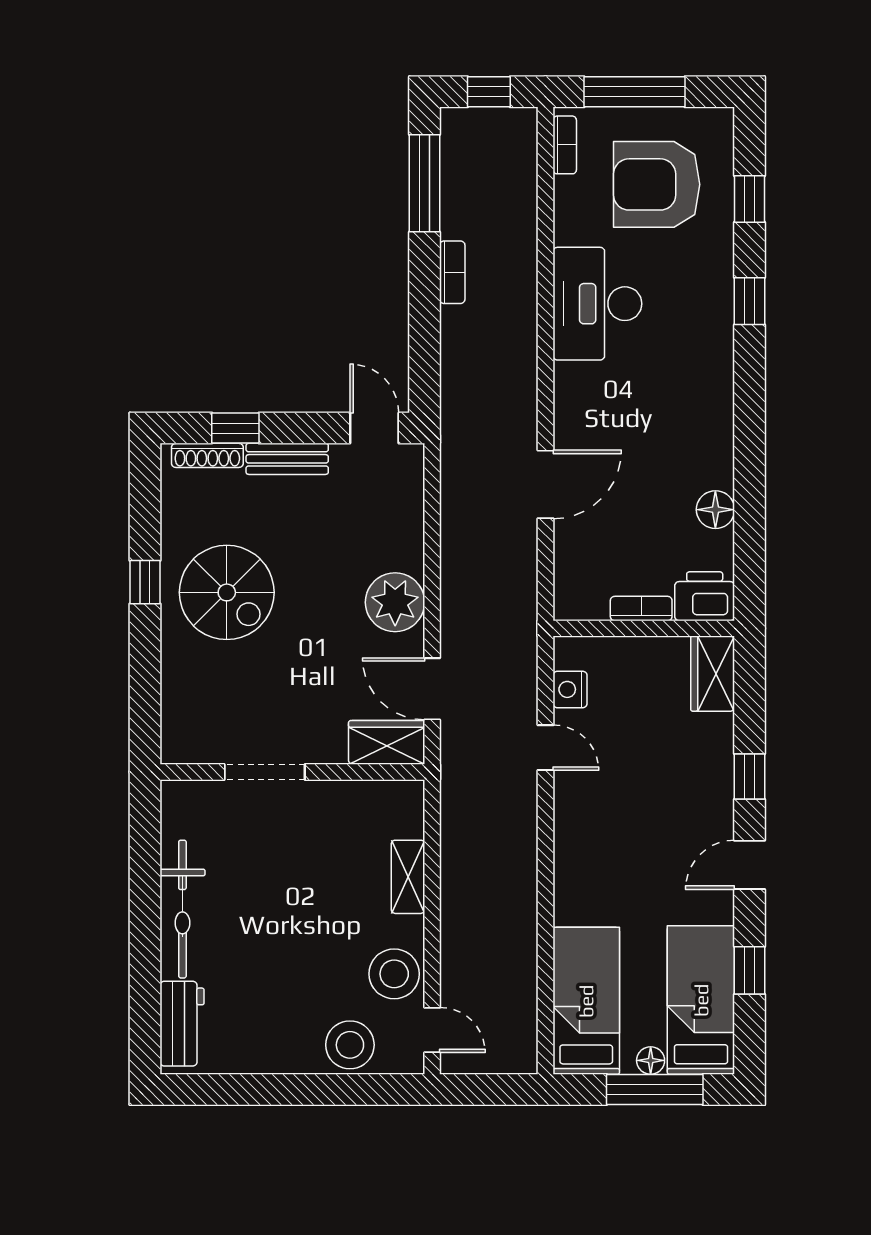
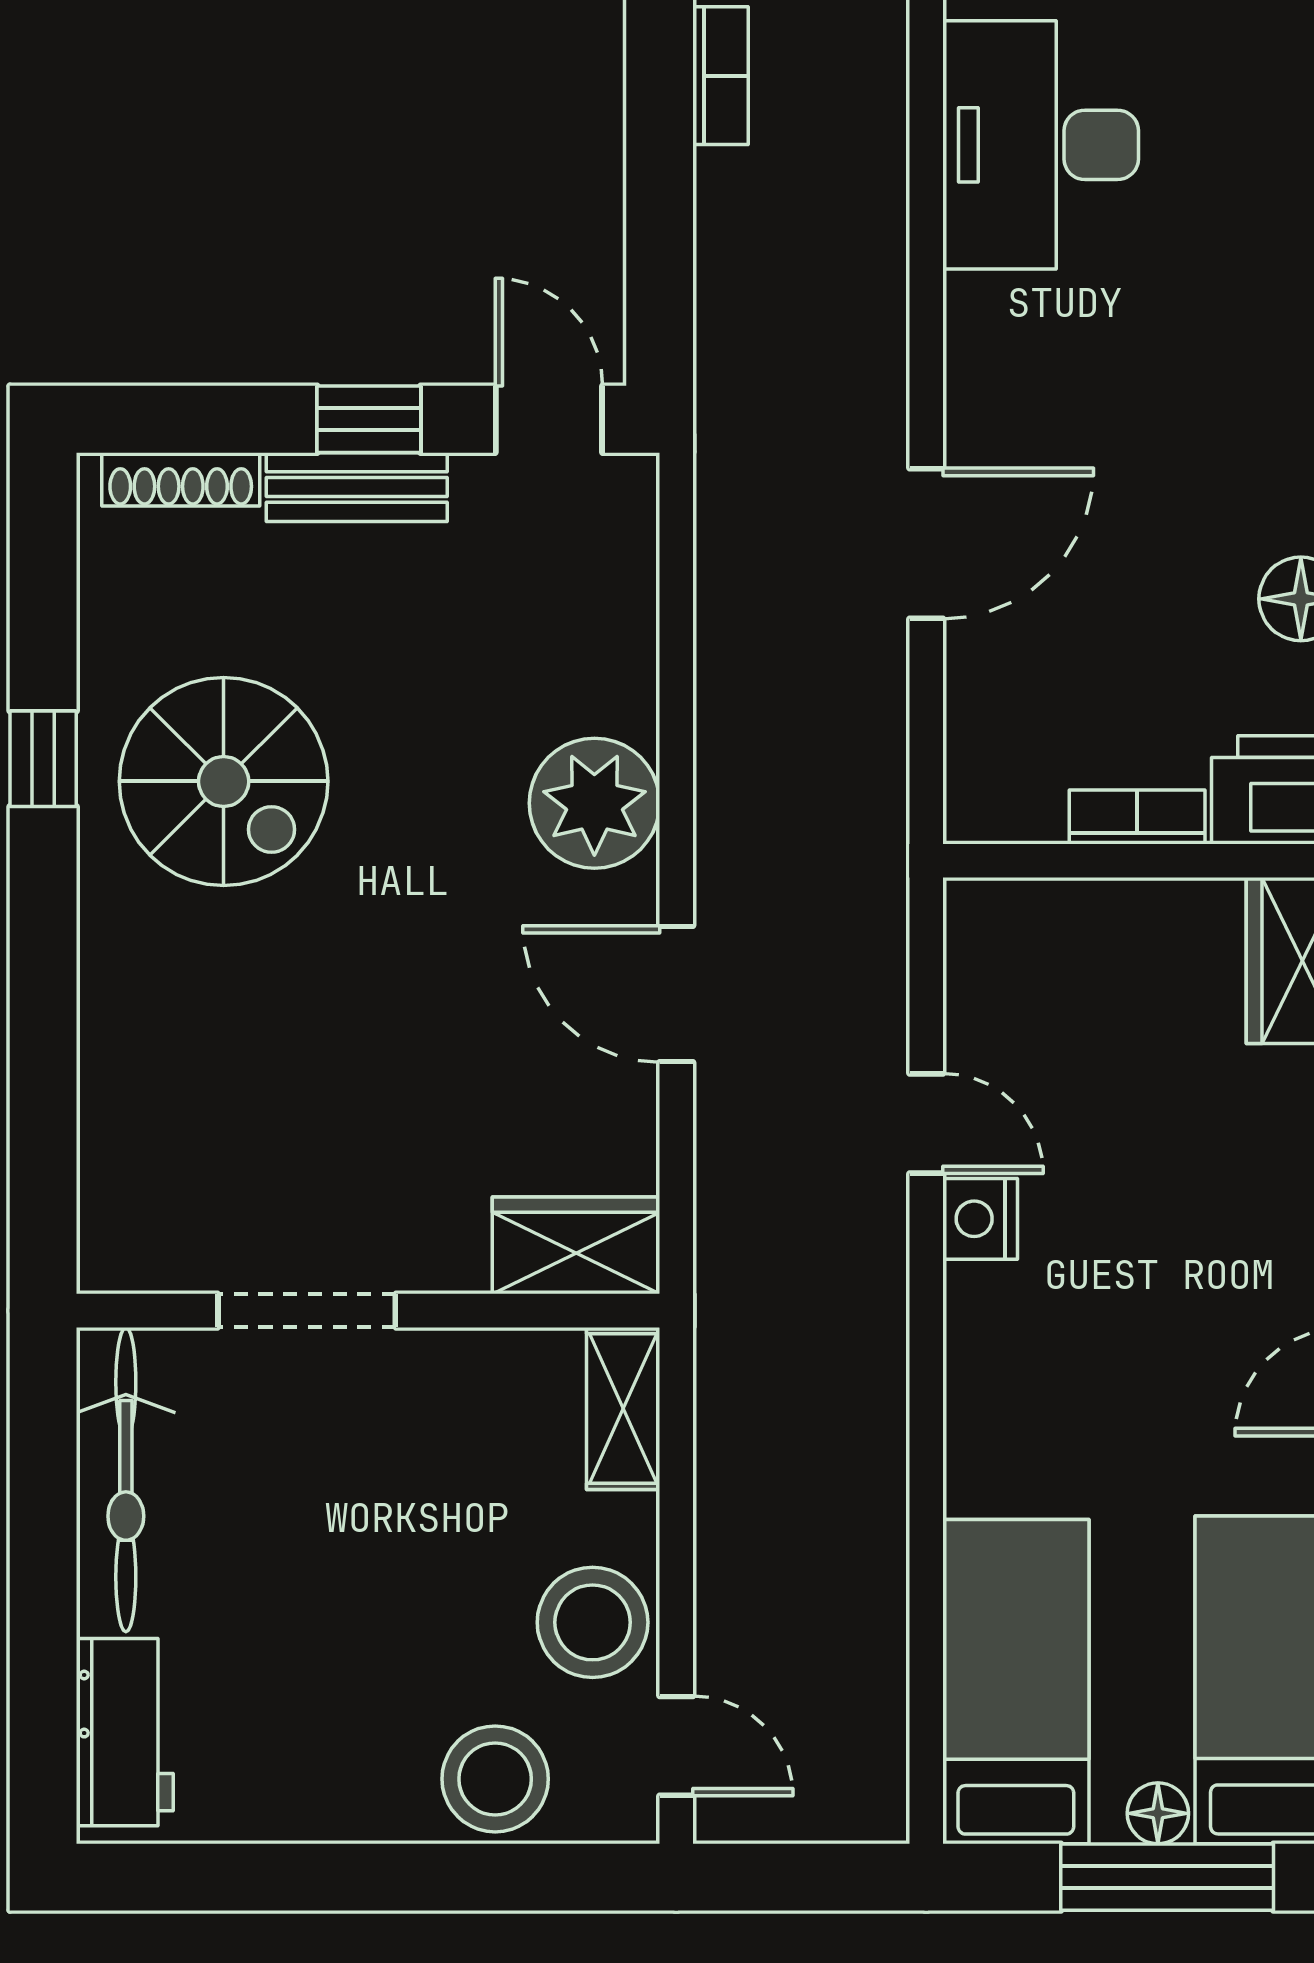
window: (235, 428) -> (369, 419), moved
nightstand: (570, 689) -> (980, 1219), moved
wardrobe: (387, 742) -> (576, 1245), moved
doorway: (265, 772) -> (307, 1311), moved
wall: (292, 772) -> (368, 1311), moved

